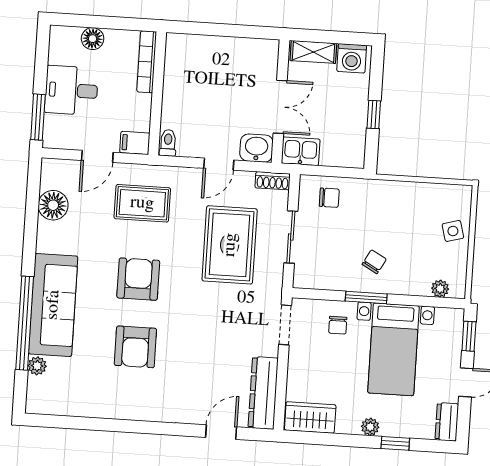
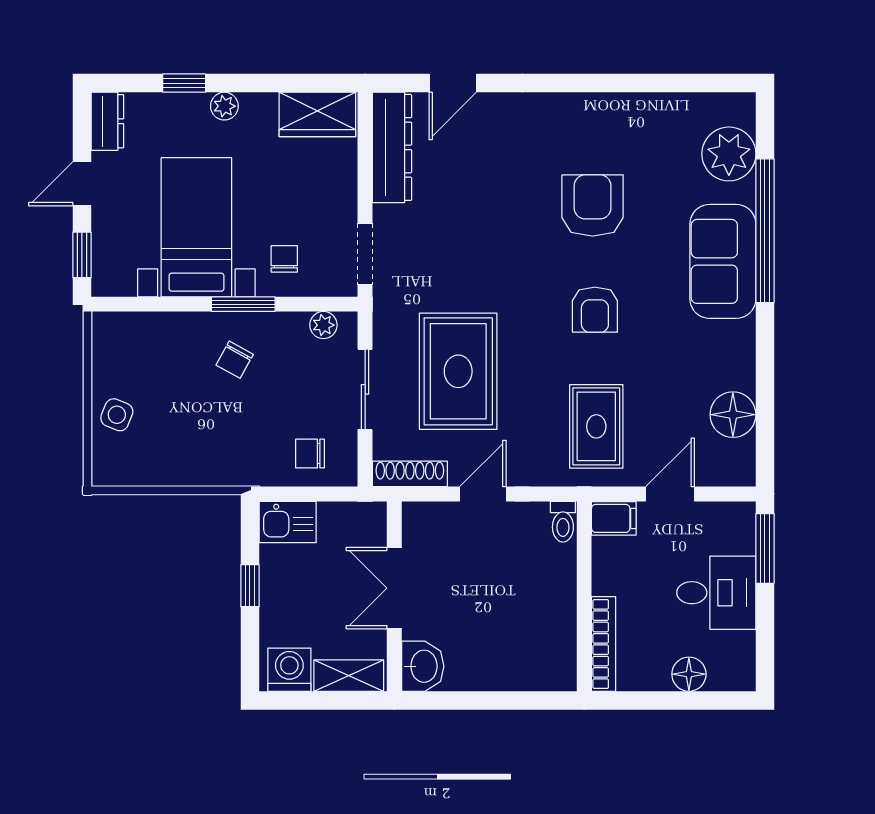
washbasin: (256, 148) -> (423, 666), moved, turned -90
kitchen sink: (301, 151) -> (288, 522), moved
shoe rack: (273, 181) -> (410, 474), width x1.43
rug: (142, 203) -> (596, 426), turned 90
side table: (453, 231) -> (117, 415), turned 37
armchair: (138, 279) -> (595, 310), width x0.72, depth x0.72
plant: (440, 289) -> (323, 325), moved
sofa: (53, 305) -> (723, 261), width x0.73
plant: (37, 366) -> (729, 154), width x1.88, depth x1.88

